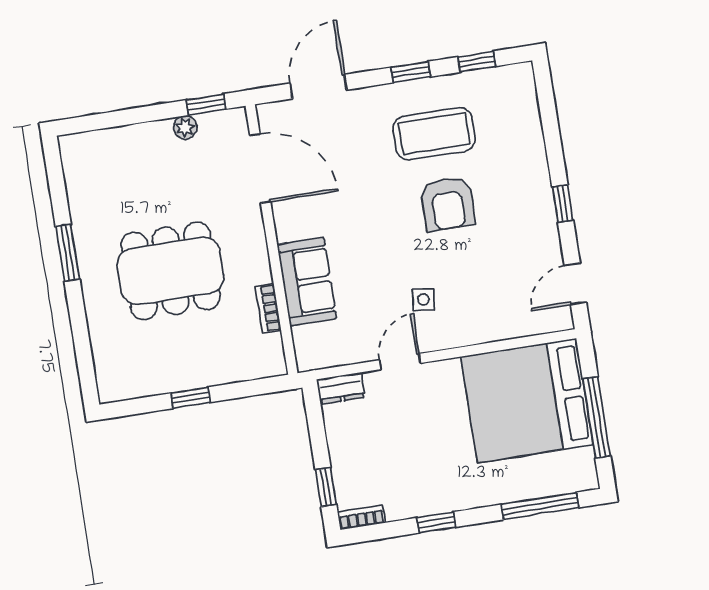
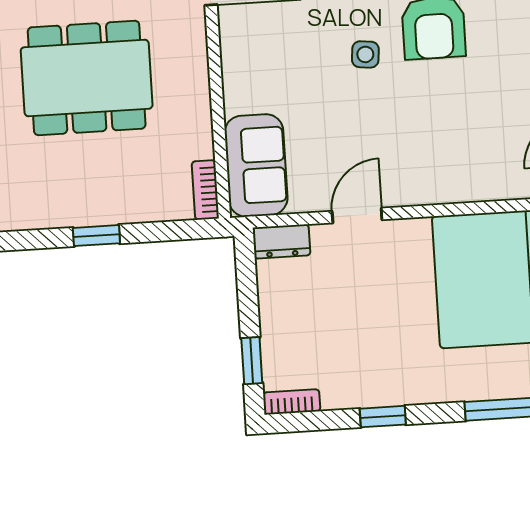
sofa: (307, 282) -> (256, 165), moved
side table: (423, 299) -> (365, 54), moved
bookcase: (268, 308) -> (205, 190), moved

